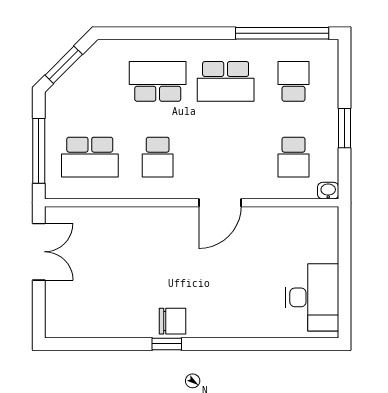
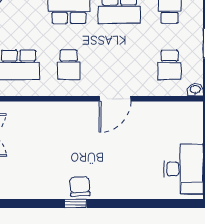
chair: (173, 321) -> (80, 186), turned -94

